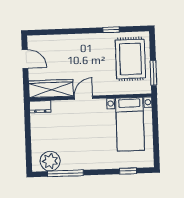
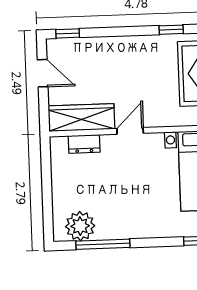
window: (42, 32) -> (68, 33), added
dresser: (40, 107) -> (84, 144), moved

